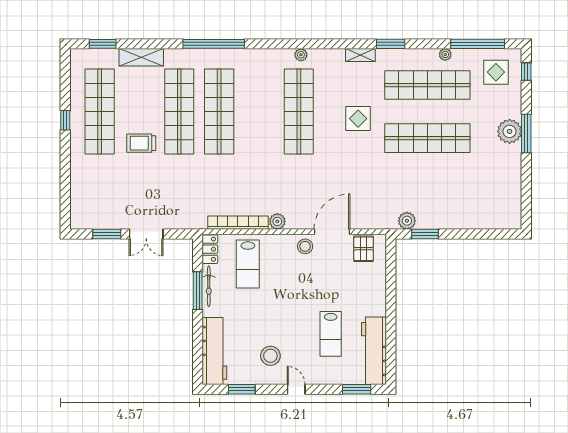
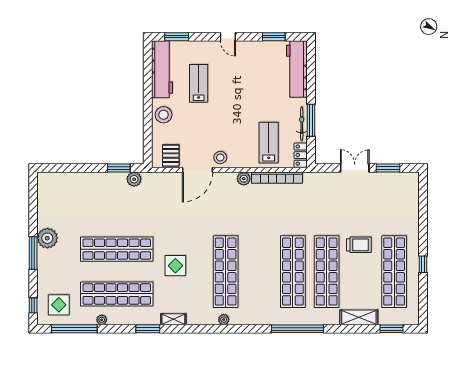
plant: (510, 131) -> (47, 238), moved
stool: (270, 356) -> (164, 115), moved

